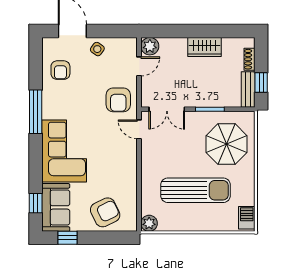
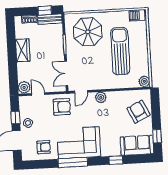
window: (106, 31) -> (15, 118), added
double door: (167, 109) -> (66, 74), swing flipped
corner sofa: (64, 151) -> (79, 143), moved
plant: (129, 158) -> (101, 97), added
window: (36, 203) -> (116, 160), moved

